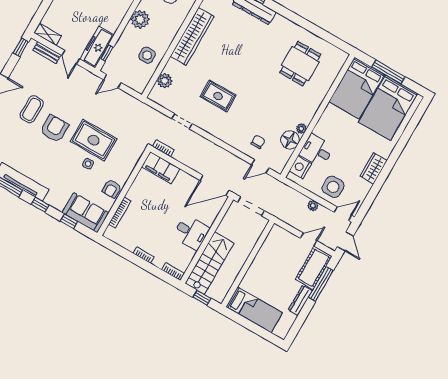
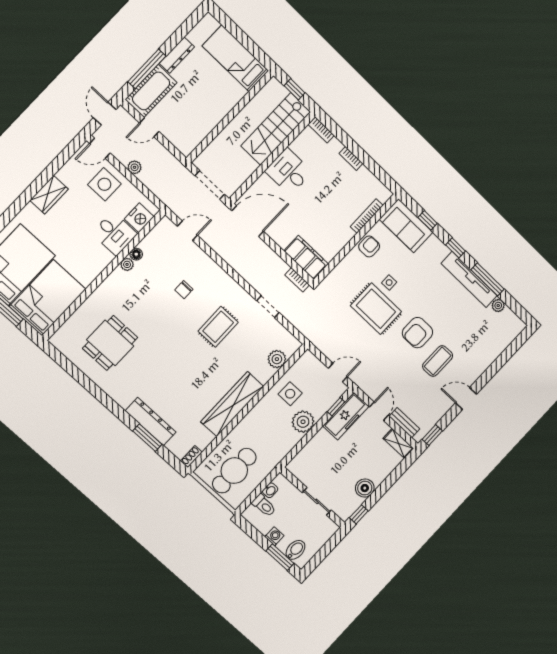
plant: (140, 19) -> (303, 422), moved
rug: (218, 96) -> (218, 327), turned 90
floor lamp: (290, 140) -> (136, 254), width x0.53, depth x0.53
chair: (258, 142) -> (184, 290), moved

